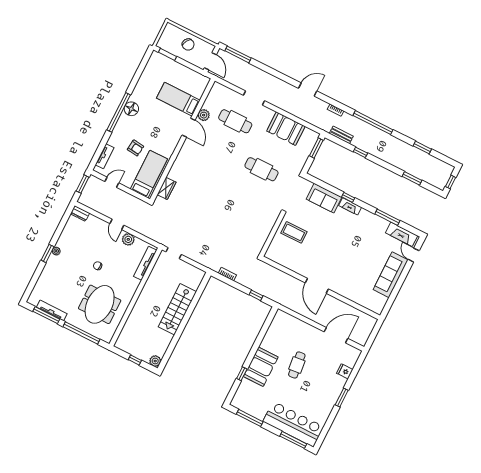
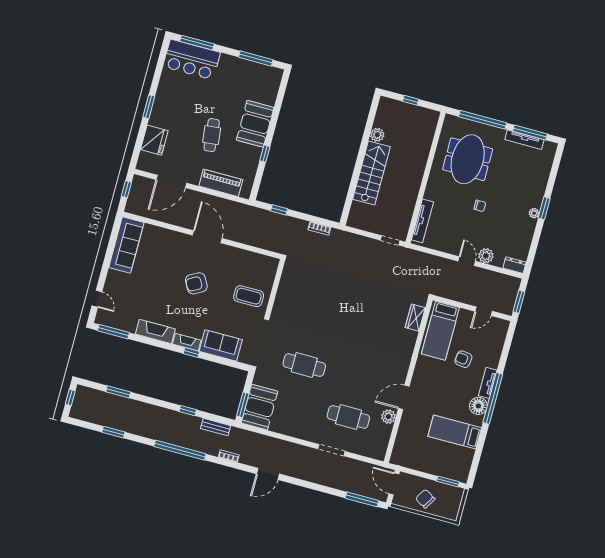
bed: (178, 99) -> (455, 432), moved, turned 180
door: (189, 128) -> (404, 397), hinge flipped
booth: (286, 129) -> (260, 407), moved, turned 90
tv unit: (105, 156) -> (488, 383), moved
window: (387, 217) -> (113, 332), moved
fireplace: (402, 234) -> (155, 332), moved
plant: (128, 239) -> (486, 256), moved
armchair: (333, 251) -> (196, 283), added
sofa: (391, 275) -> (126, 245), moved
piano: (297, 326) -> (221, 183), added
window: (373, 336) -> (126, 189), added
plant: (155, 361) -> (377, 135), moved
fridge: (345, 371) -> (154, 140), width x1.88, depth x1.34
window: (242, 374) -> (265, 154), moved
bar counter: (293, 424) -> (192, 60), width x0.73

